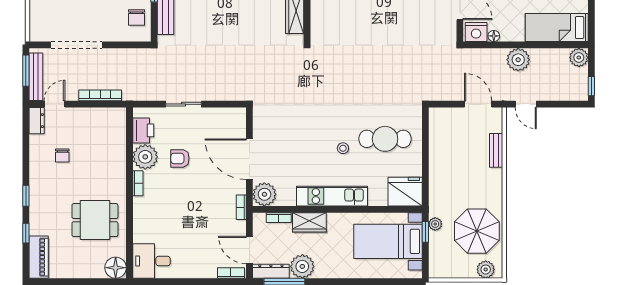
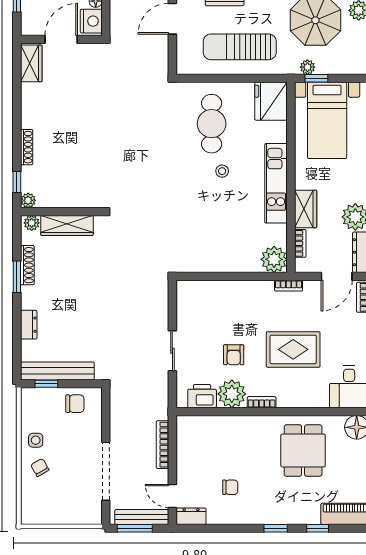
door: (249, 159) -> (235, 276), removed
sun lounger: (453, 164) -> (240, 47), added
rug: (185, 211) -> (293, 349), added

